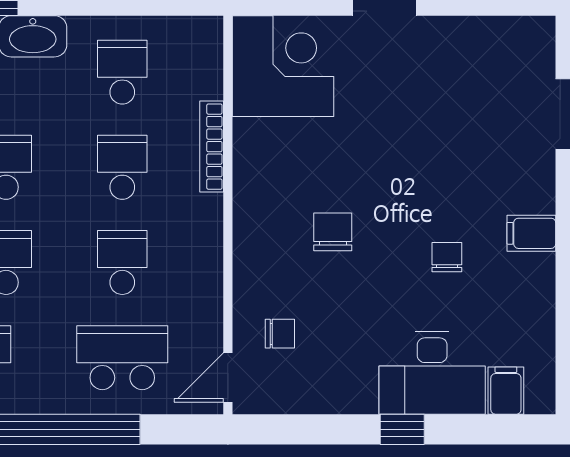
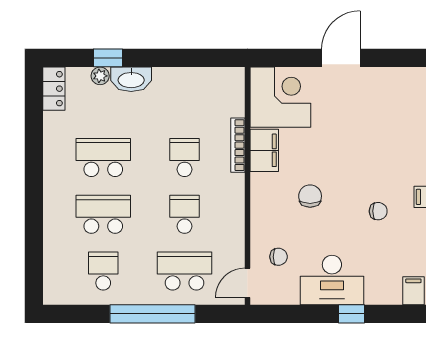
school desk: (122, 72) -> (185, 101), removed
filing cabinet: (256, 155) -> (264, 150), added
chair: (447, 257) -> (378, 211), turned 90
desk: (432, 373) -> (332, 280), moved

